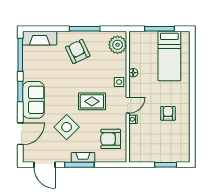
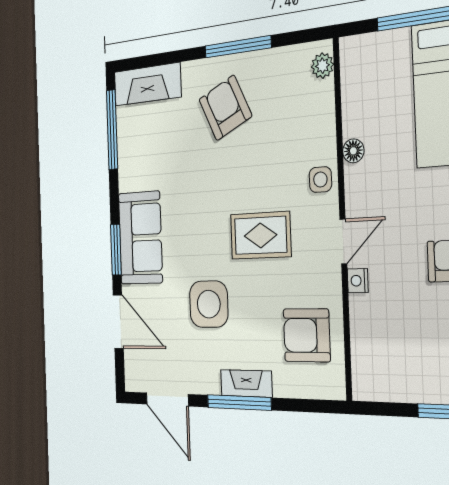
plant: (118, 45) -> (322, 66), width x0.53, depth x0.53
window: (20, 92) -> (116, 250), moved
side table: (67, 127) -> (209, 304), turned 45
door: (20, 134) -> (118, 322), hinge flipped

